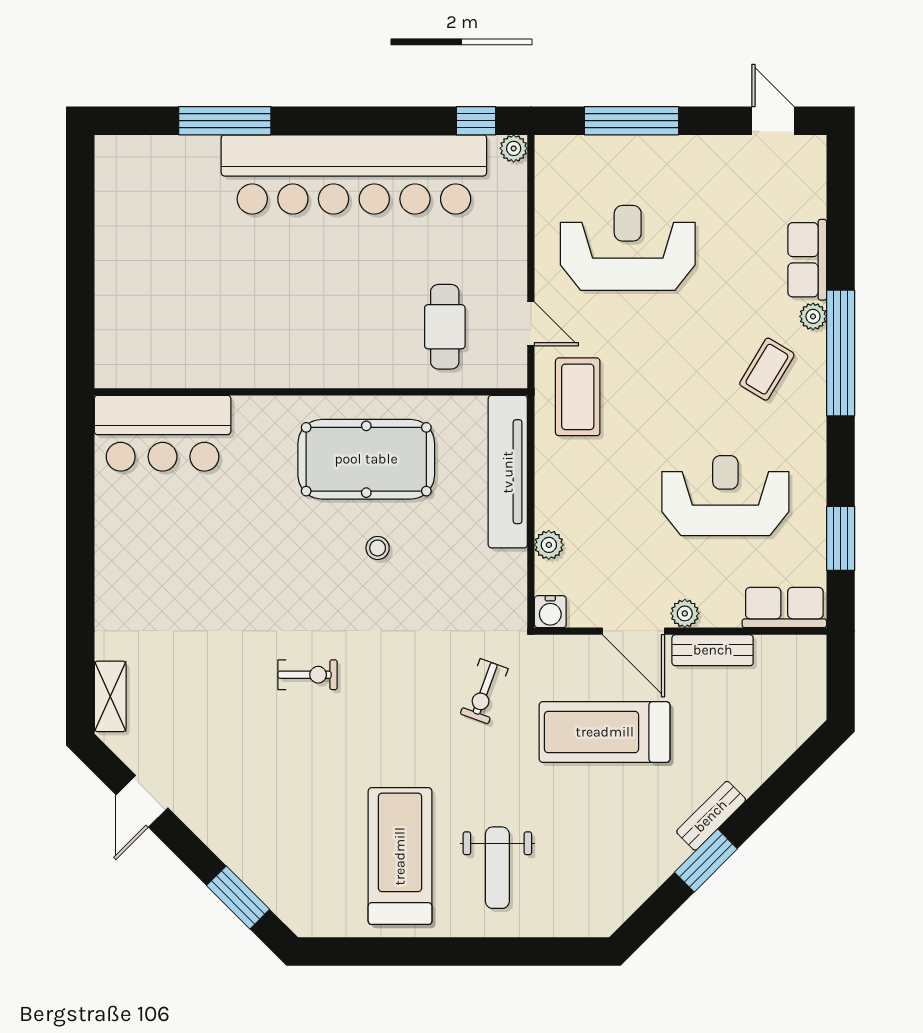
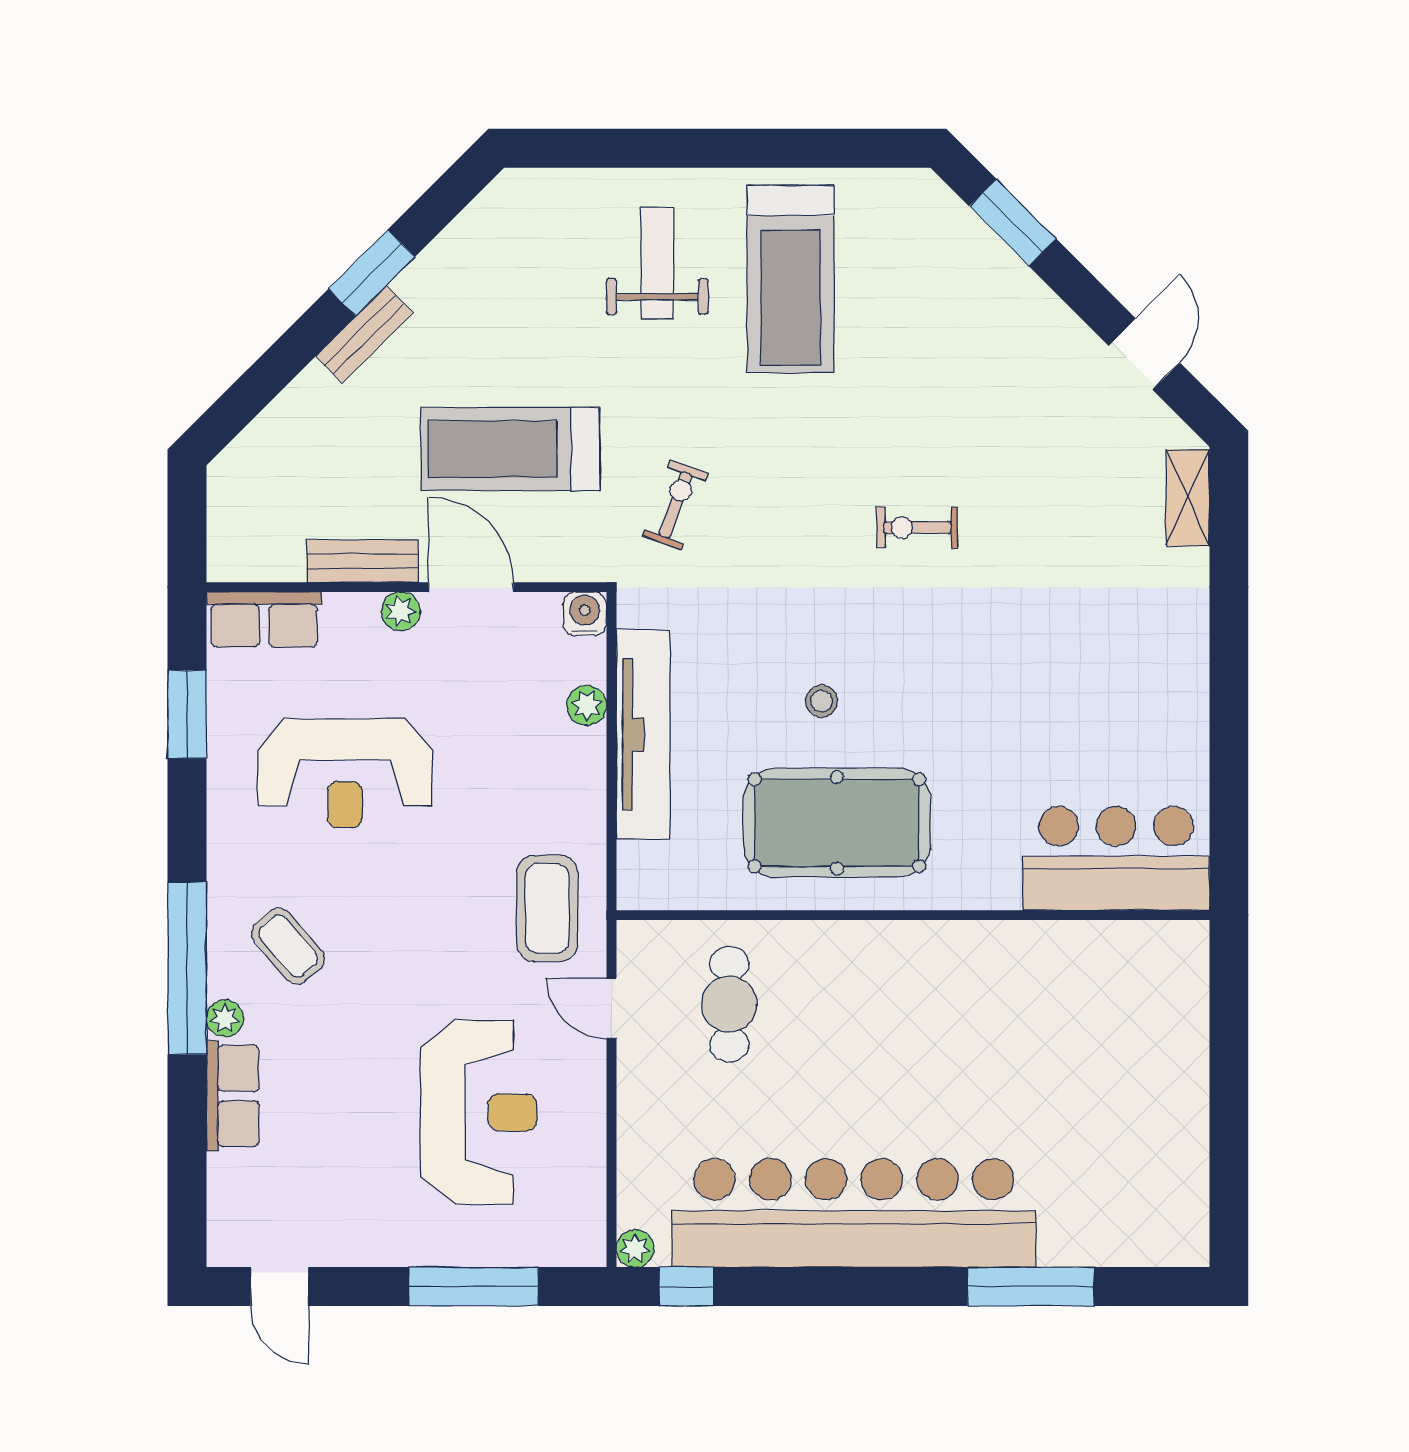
reception desk: (628, 248) -> (479, 1112), turned -90
coffee table: (767, 369) -> (288, 946), turned -72
tv unit: (508, 472) -> (643, 734), moved
treadmill: (605, 732) -> (510, 449), turned 180

